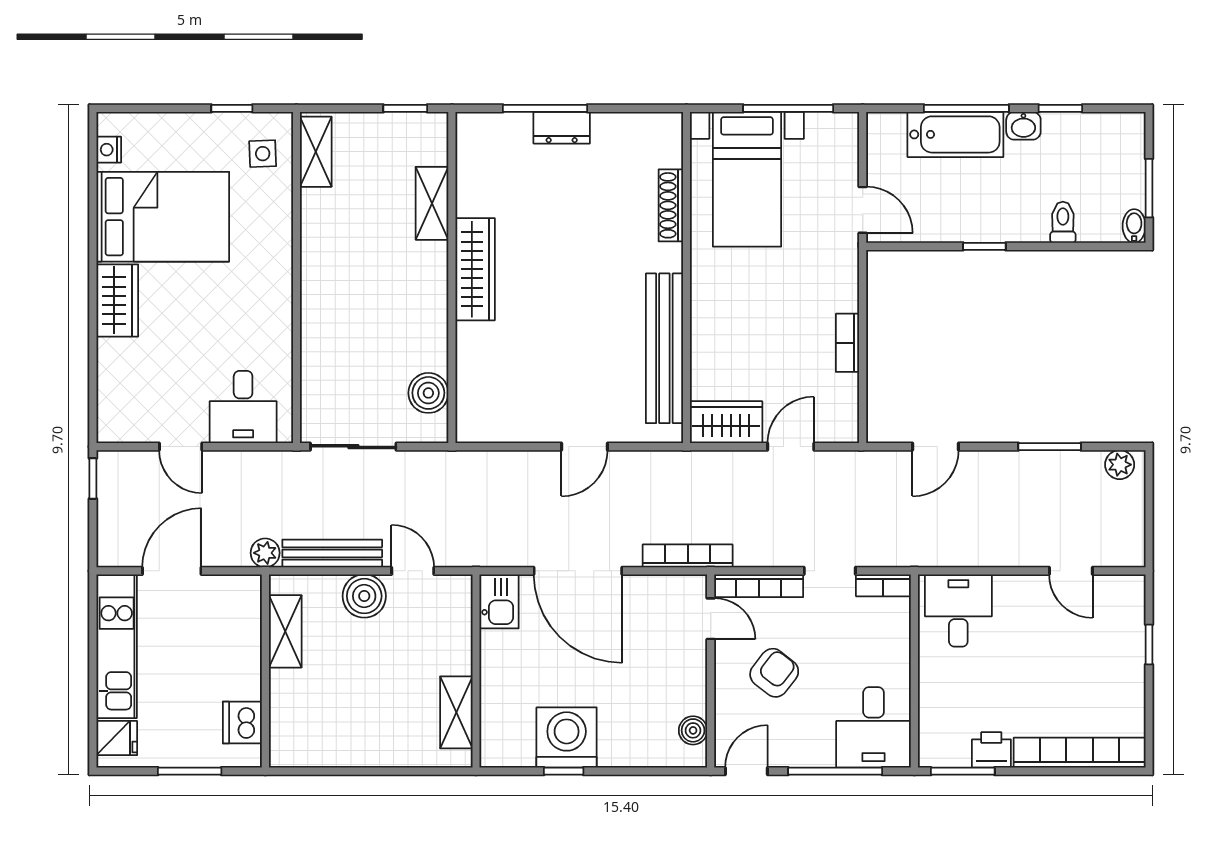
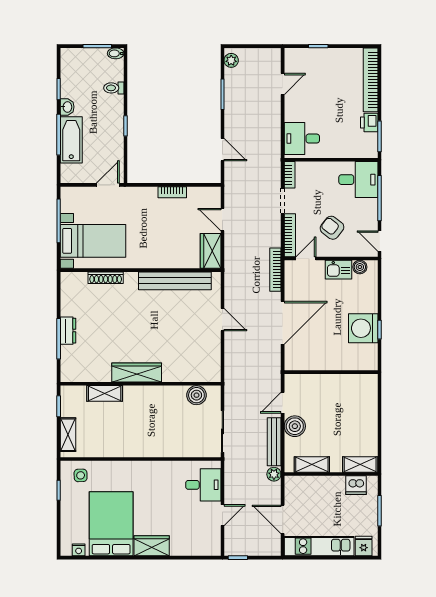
shelving: (316, 152) -> (68, 435), moved, turned 90
kitchen sink: (499, 601) -> (339, 270), moved, turned 180
shelving: (456, 712) -> (360, 465), moved

